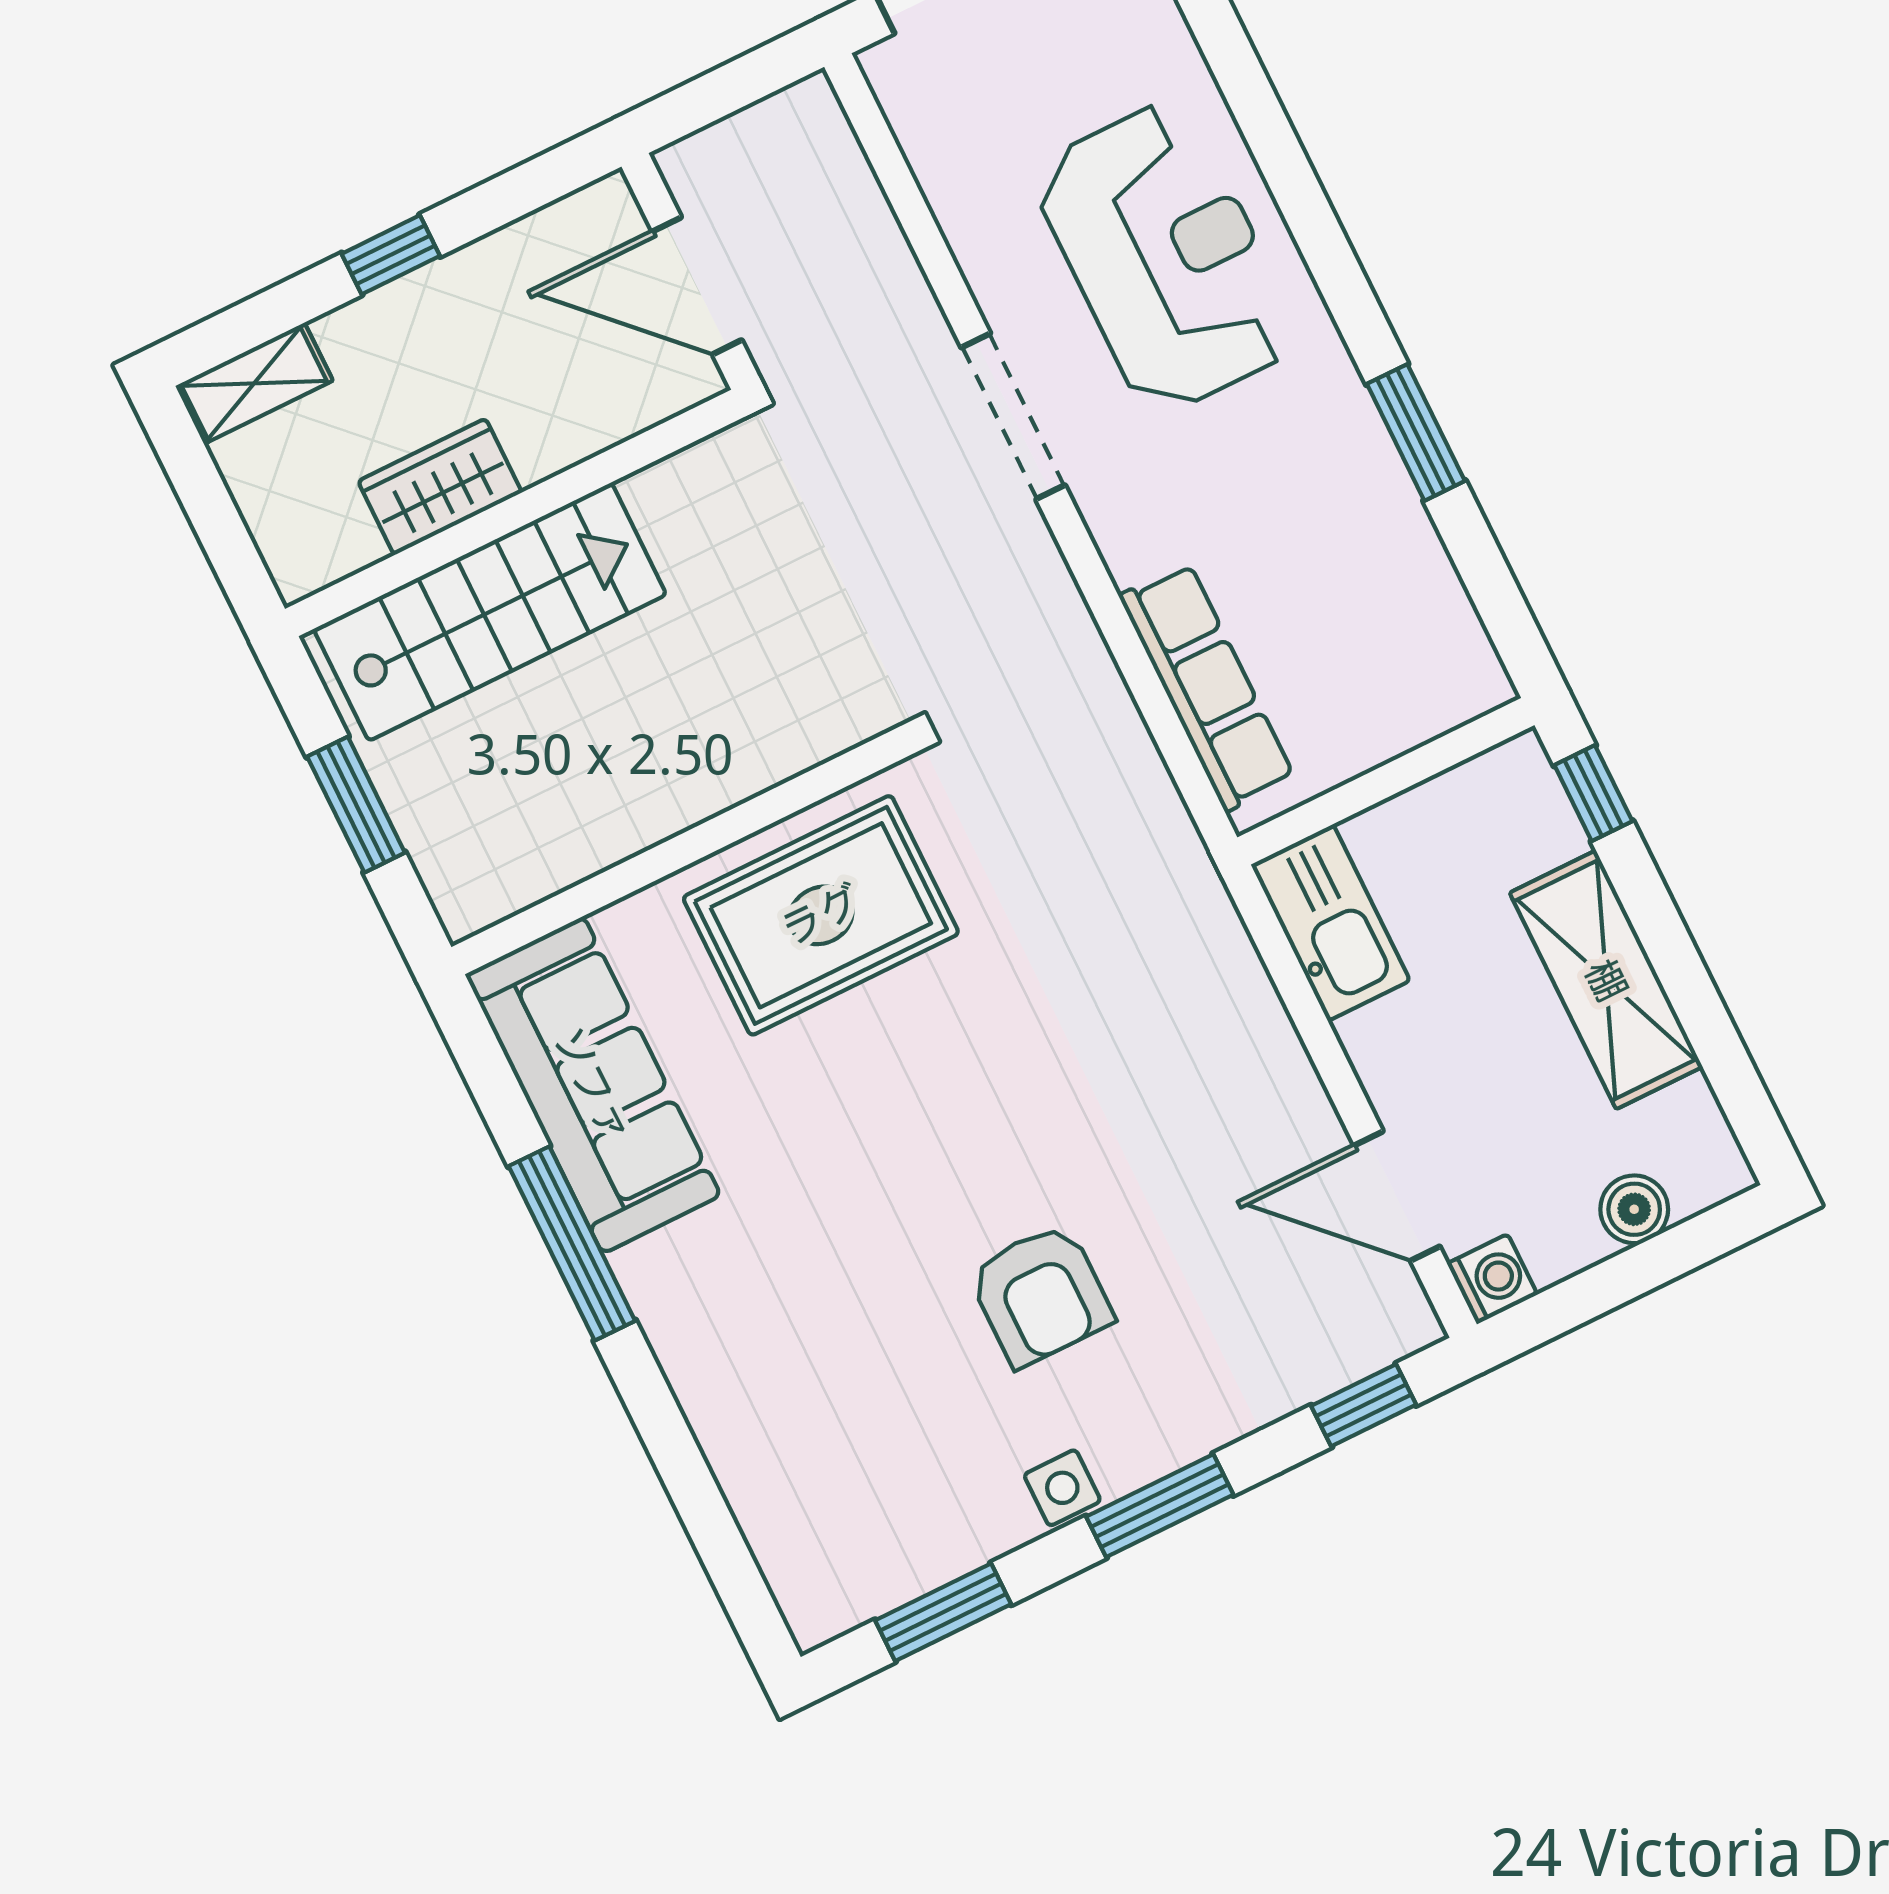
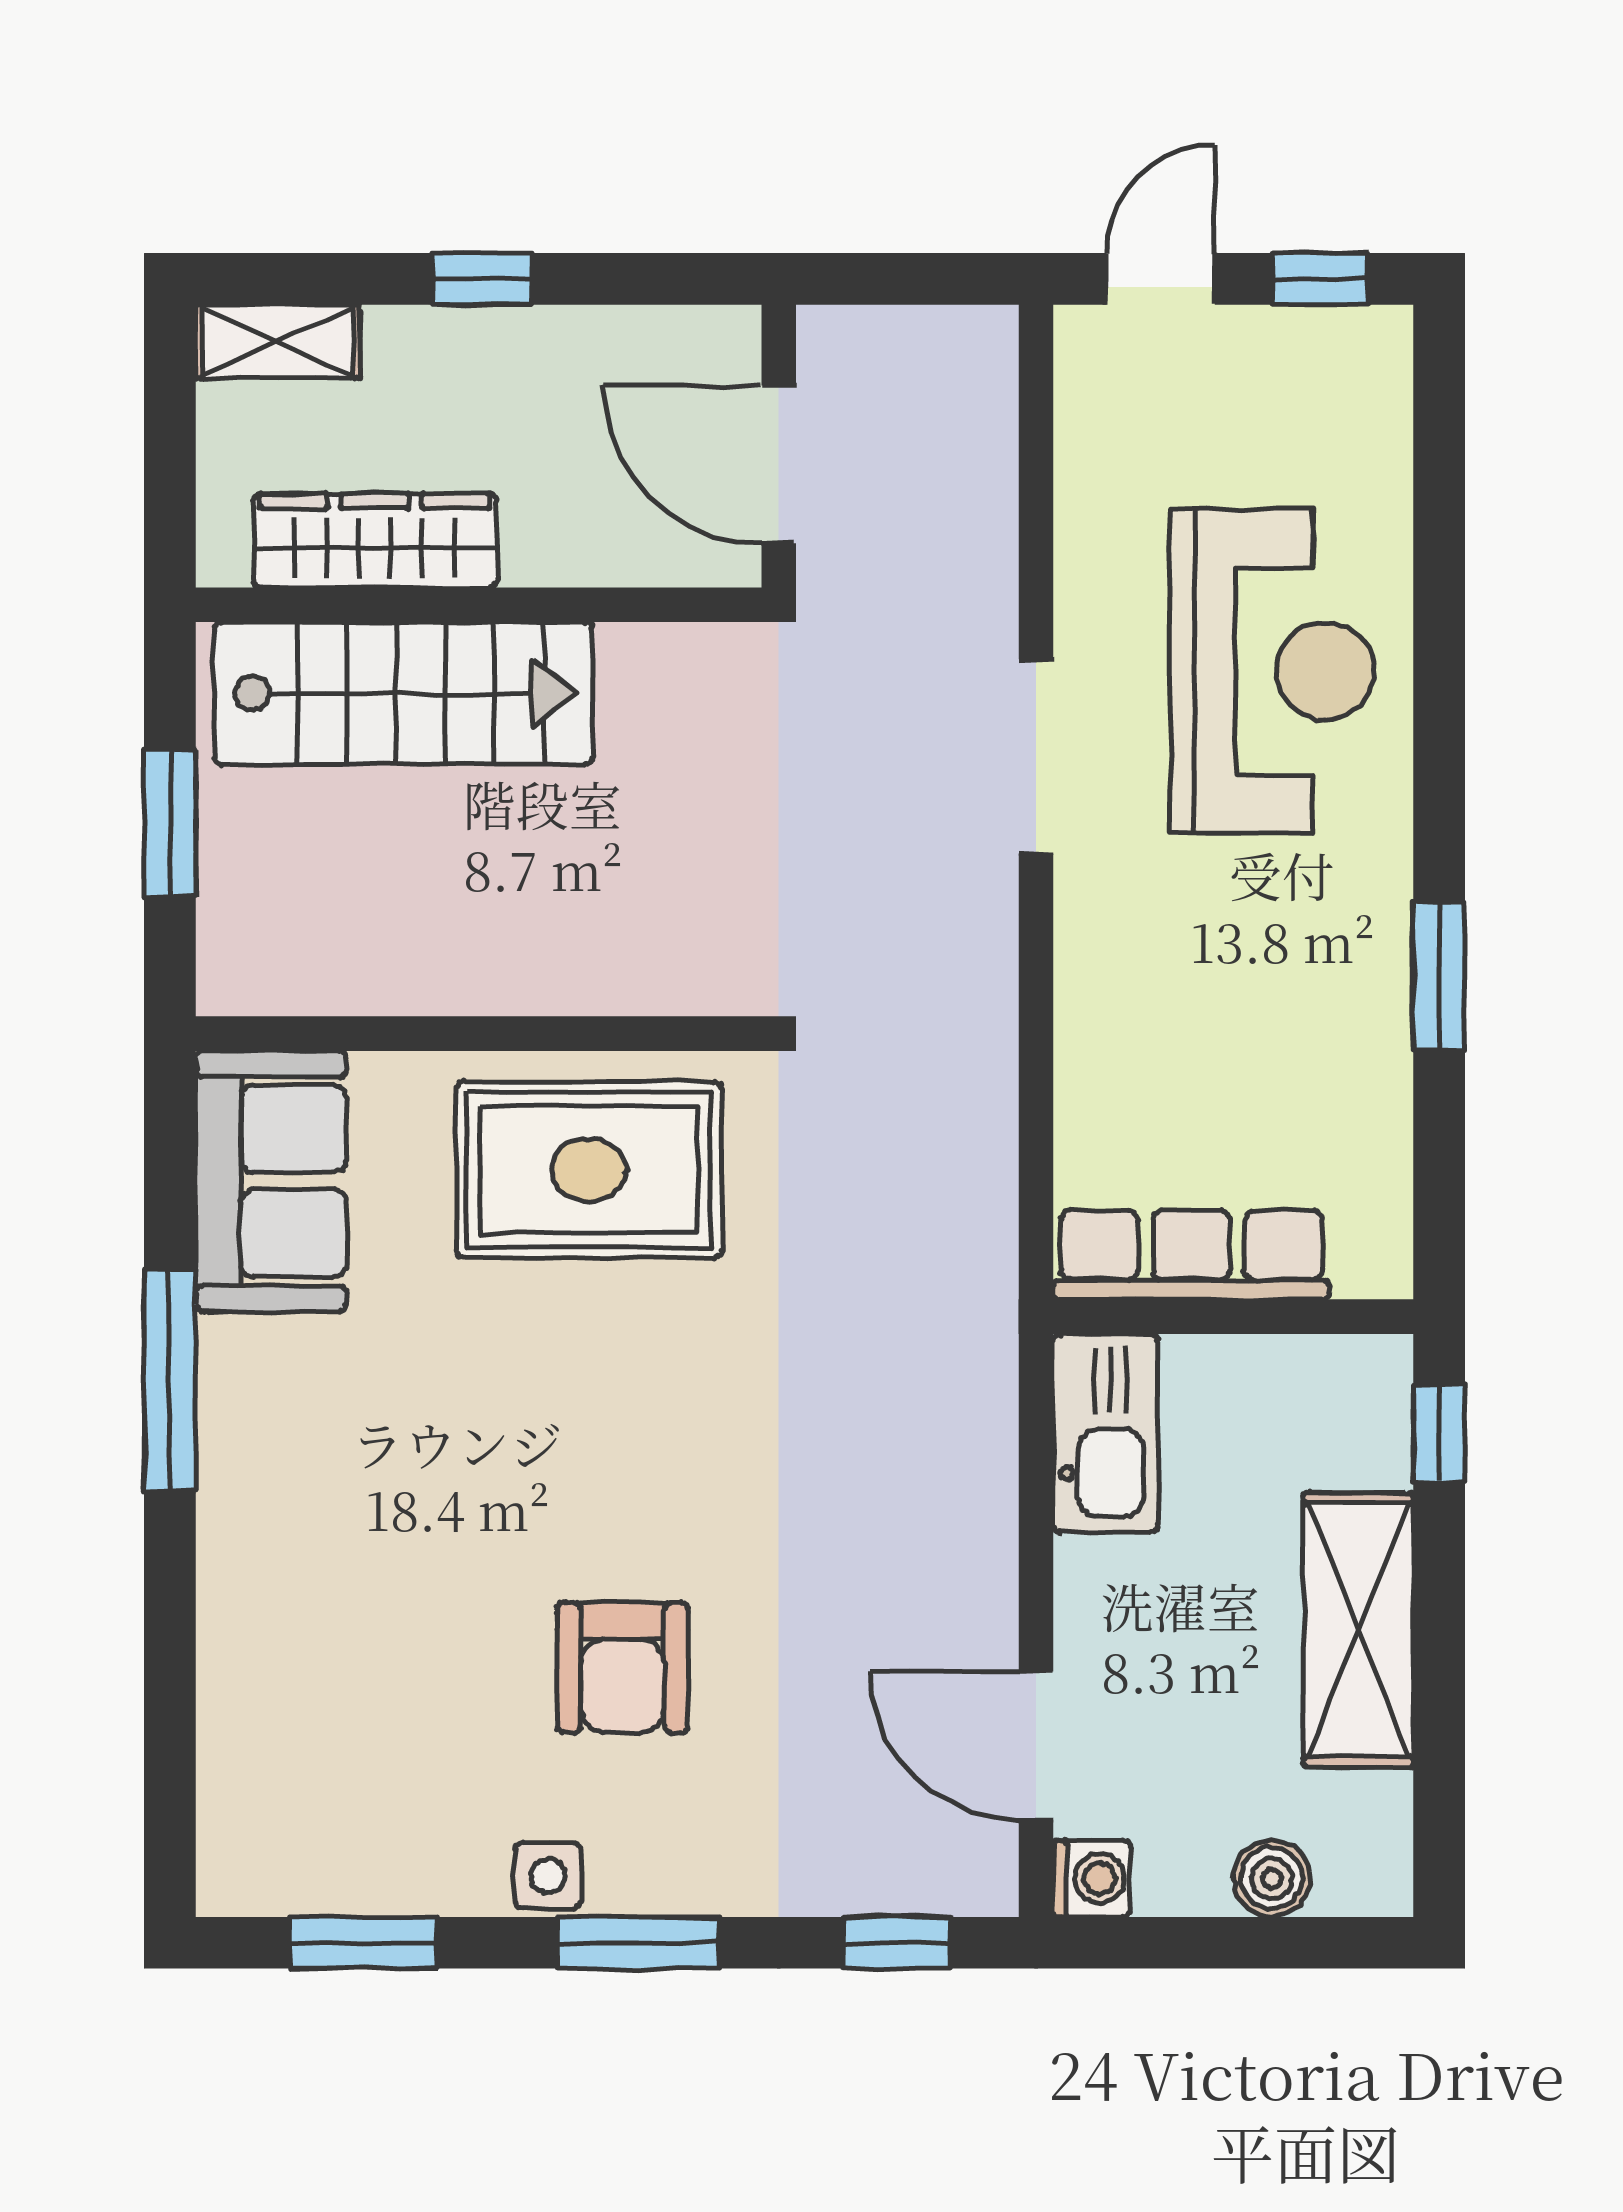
wardrobe: (440, 487) -> (375, 541), width x1.50
row of seats: (1207, 687) -> (1191, 1255), moved, turned -90
sofa: (593, 1085) -> (271, 1181), width x0.73

